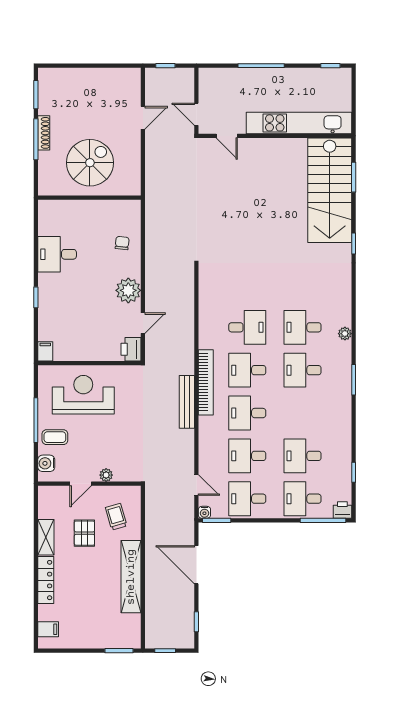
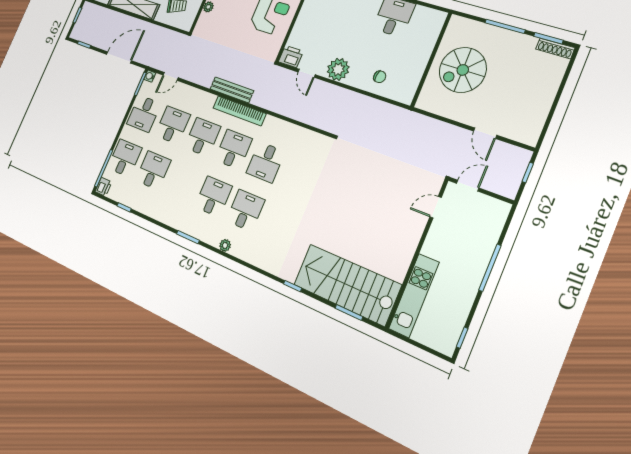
kitchen unit: (299, 123) -> (414, 296), width x0.73
shoe rack: (44, 133) -> (555, 48), moved
spiral stairs: (90, 163) -> (463, 70), turned 90
desk: (247, 499) -> (144, 114), turned 180

